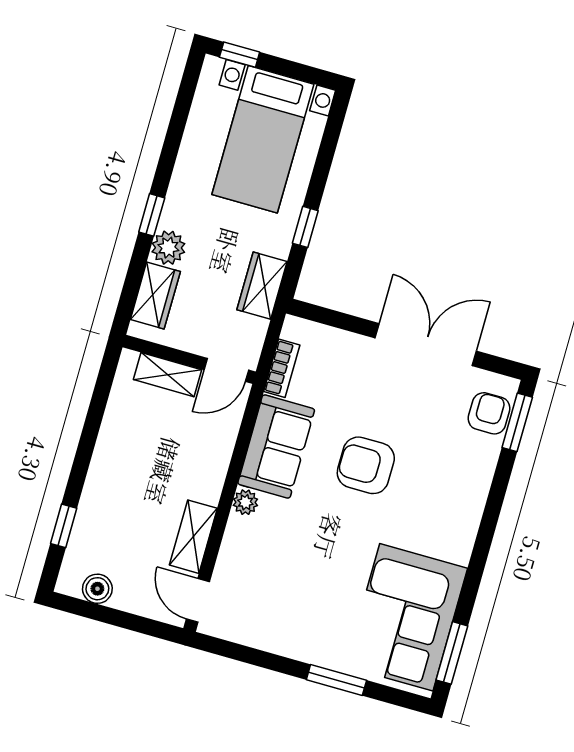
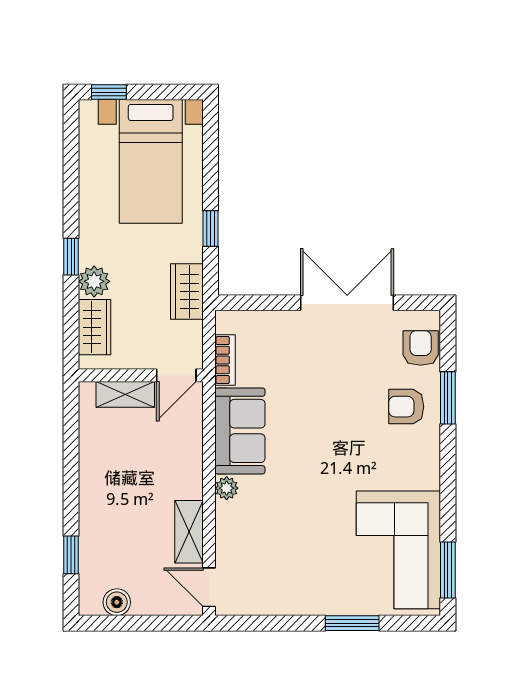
window: (517, 422) -> (448, 398), moved
armchair: (366, 465) -> (406, 407), moved, width x0.72, depth x0.72

